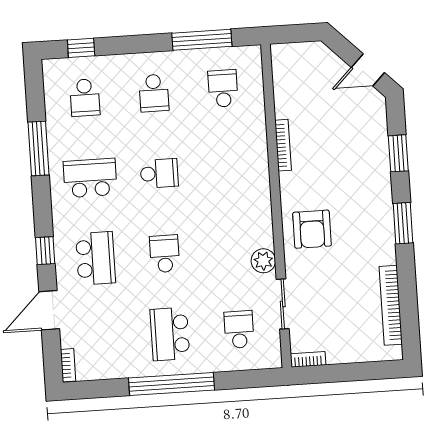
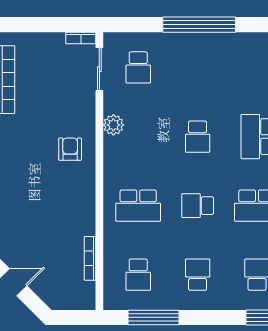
bookcase: (283, 145) -> (90, 258), moved
armchair: (312, 229) -> (70, 149), width x0.72, depth x0.72
sliding door: (283, 304) -> (99, 69), moved
school desk: (170, 334) -> (138, 206), moved, turned 90

